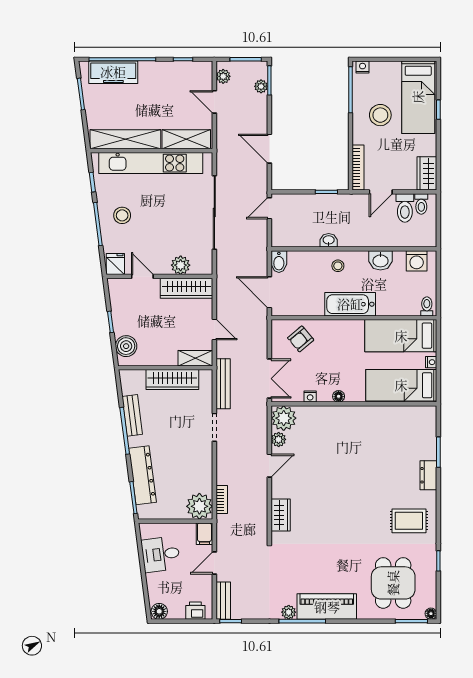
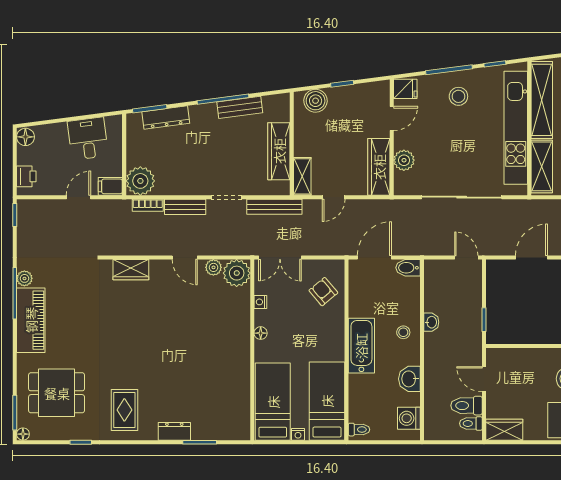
bookcase: (358, 168) -> (511, 354), removed
dresser: (143, 475) -> (166, 118), width x0.73, depth x0.80
door: (214, 563) -> (78, 197), hinge flipped
bench: (223, 601) -> (185, 207), moved

